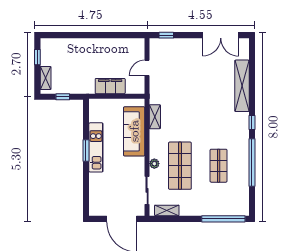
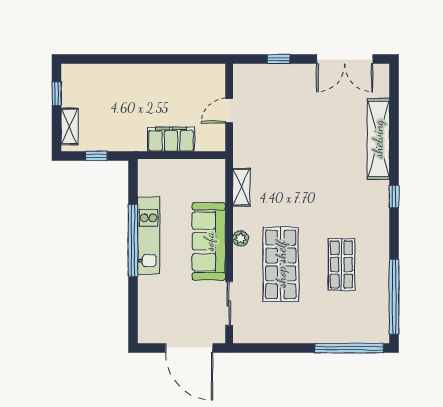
window: (166, 35) -> (279, 59), moved
sofa: (134, 131) -> (209, 241), moved
window: (86, 150) -> (133, 240), width x2.11
window: (252, 162) -> (394, 297), moved
plant: (154, 164) -> (241, 238), moved
shelving: (167, 210) -> (260, 335), removed

